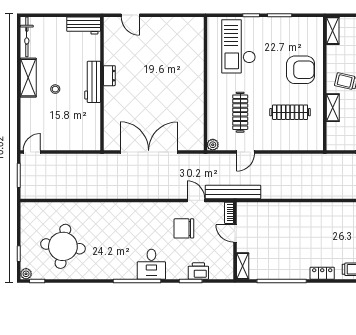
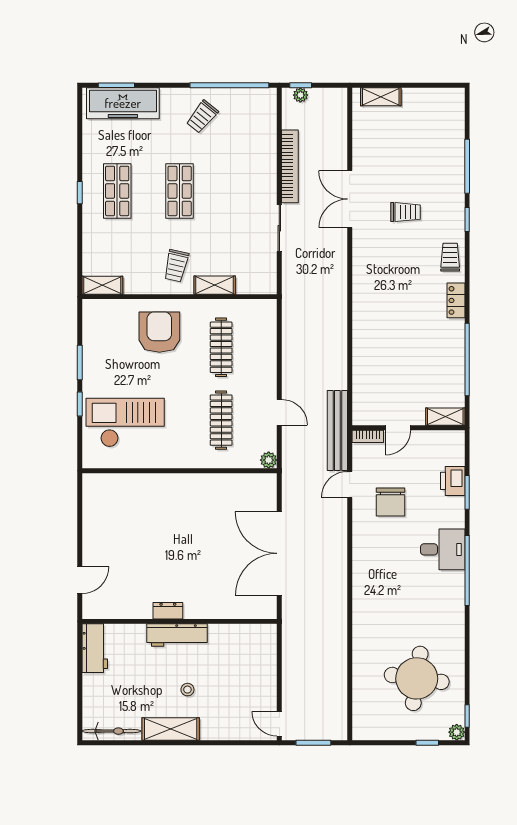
checkout: (238, 46) -> (125, 423), turned 180
clothes rail: (240, 112) -> (221, 420), turned 90

